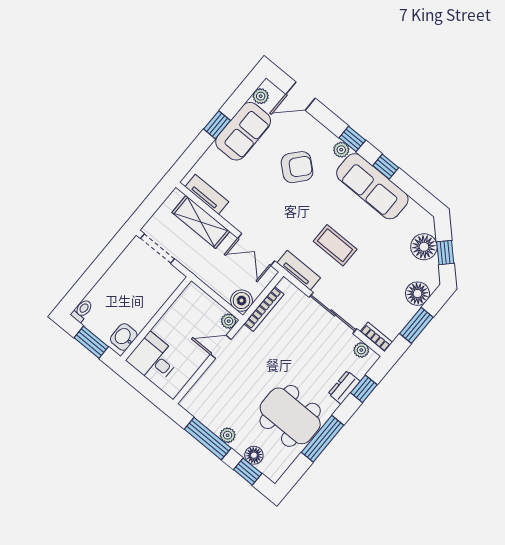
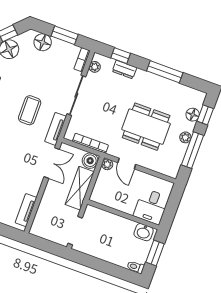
shelving: (201, 222) -> (80, 188), moved
dining table: (290, 416) -> (146, 127), moved, turned 90

